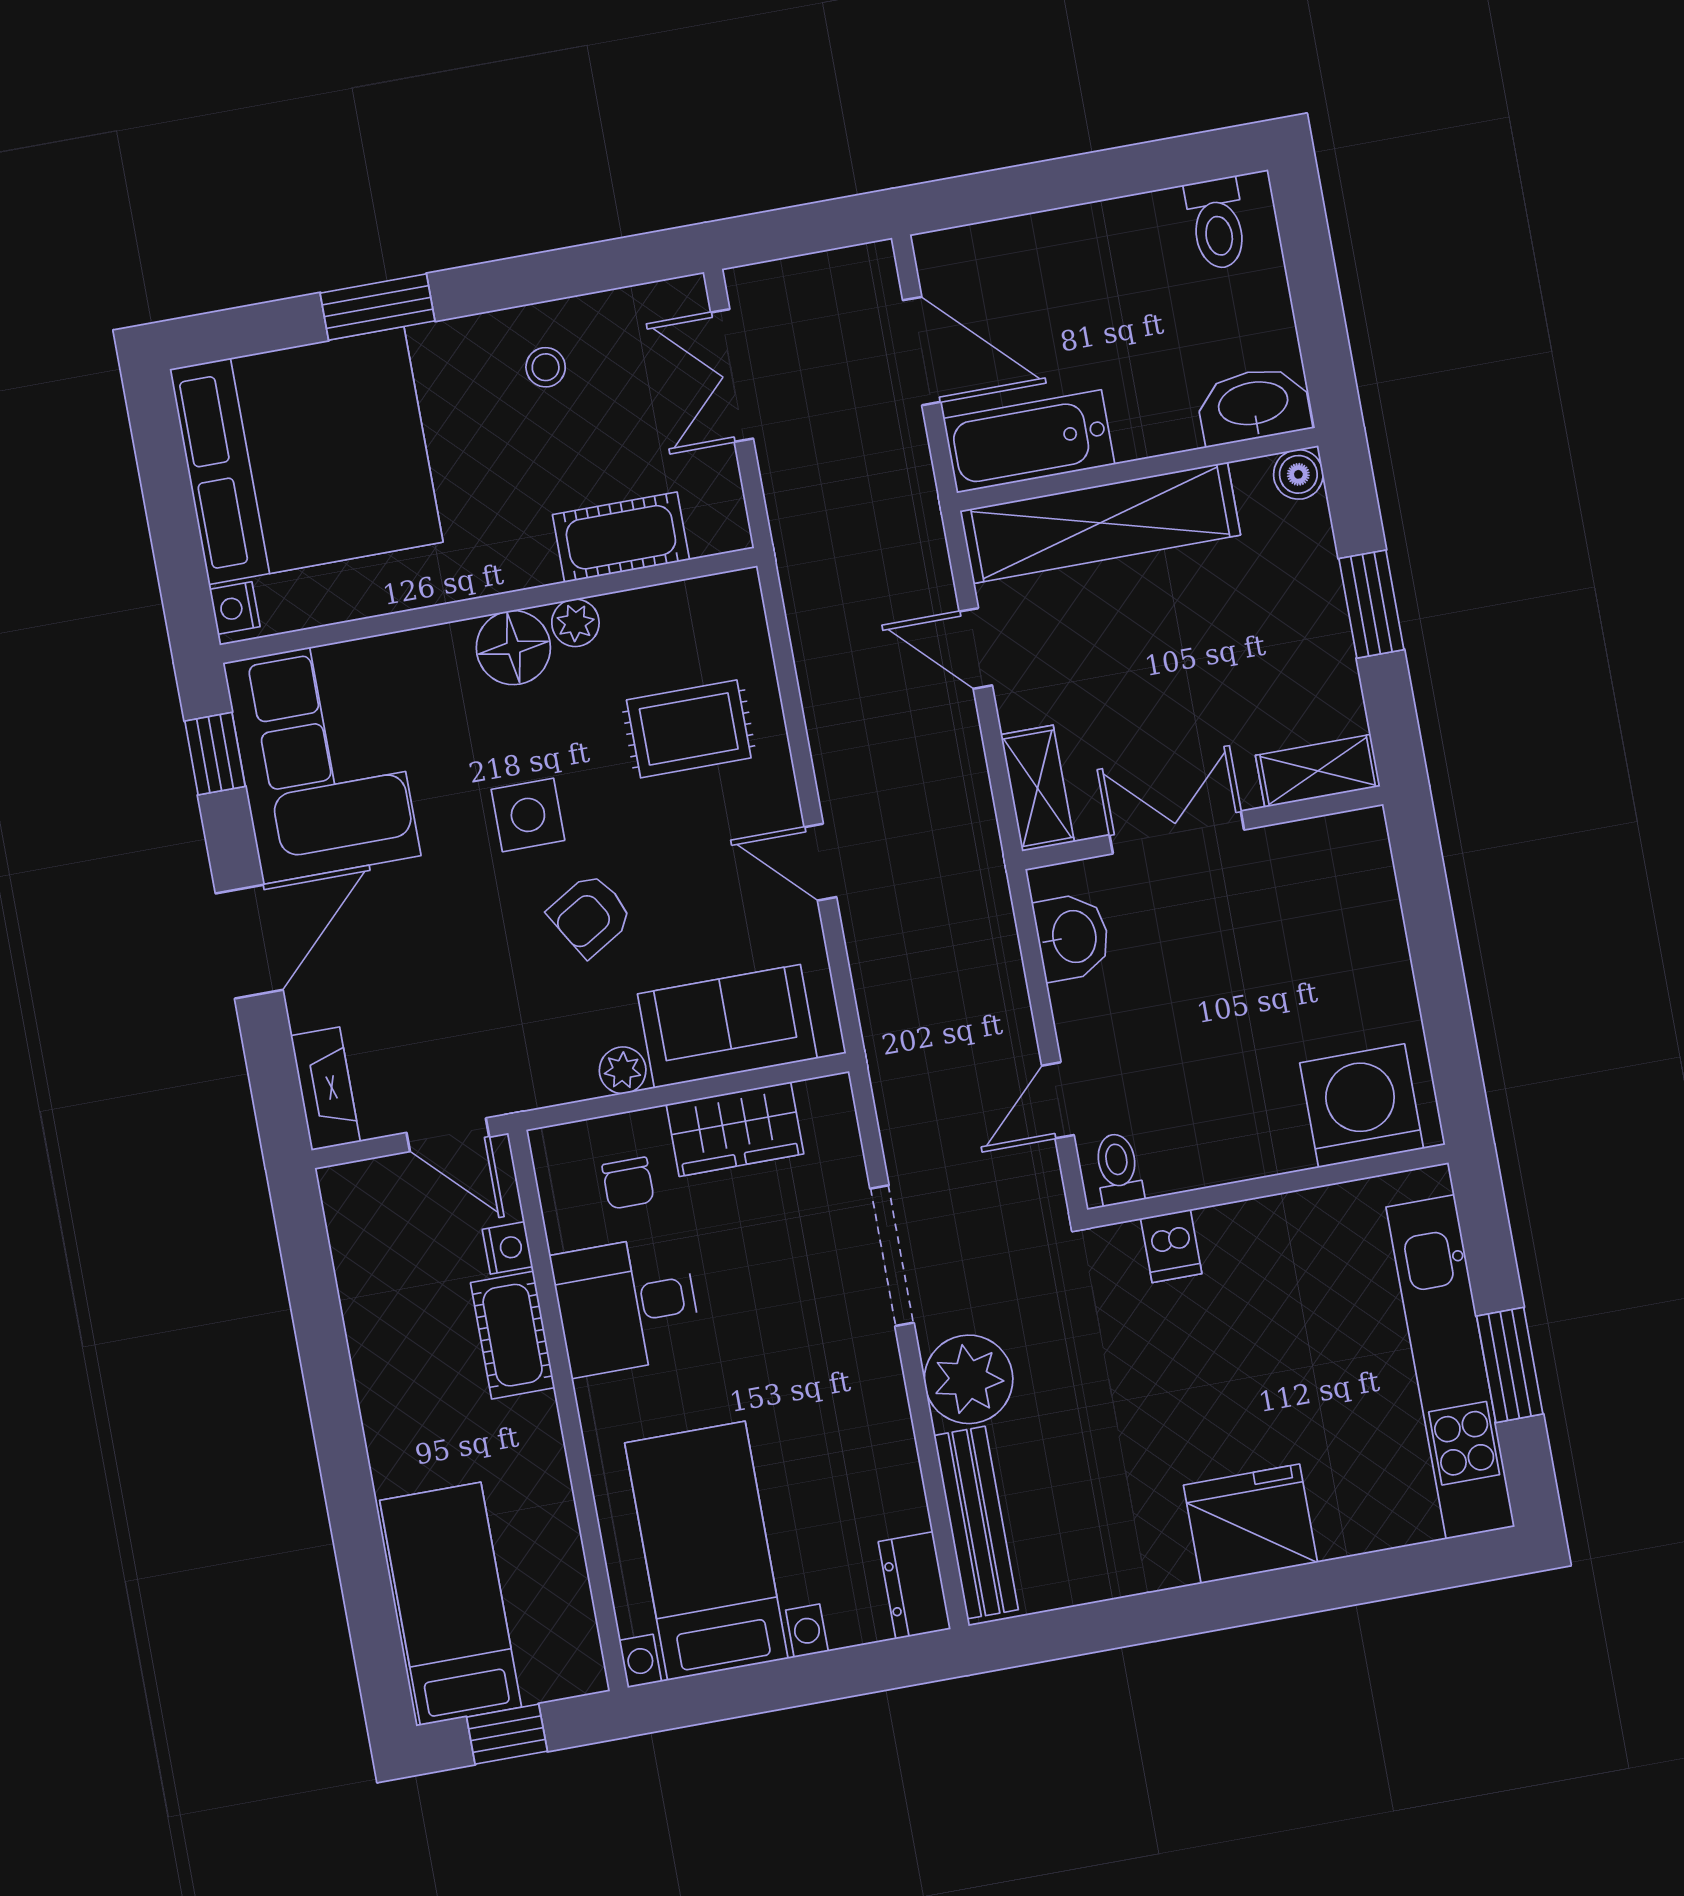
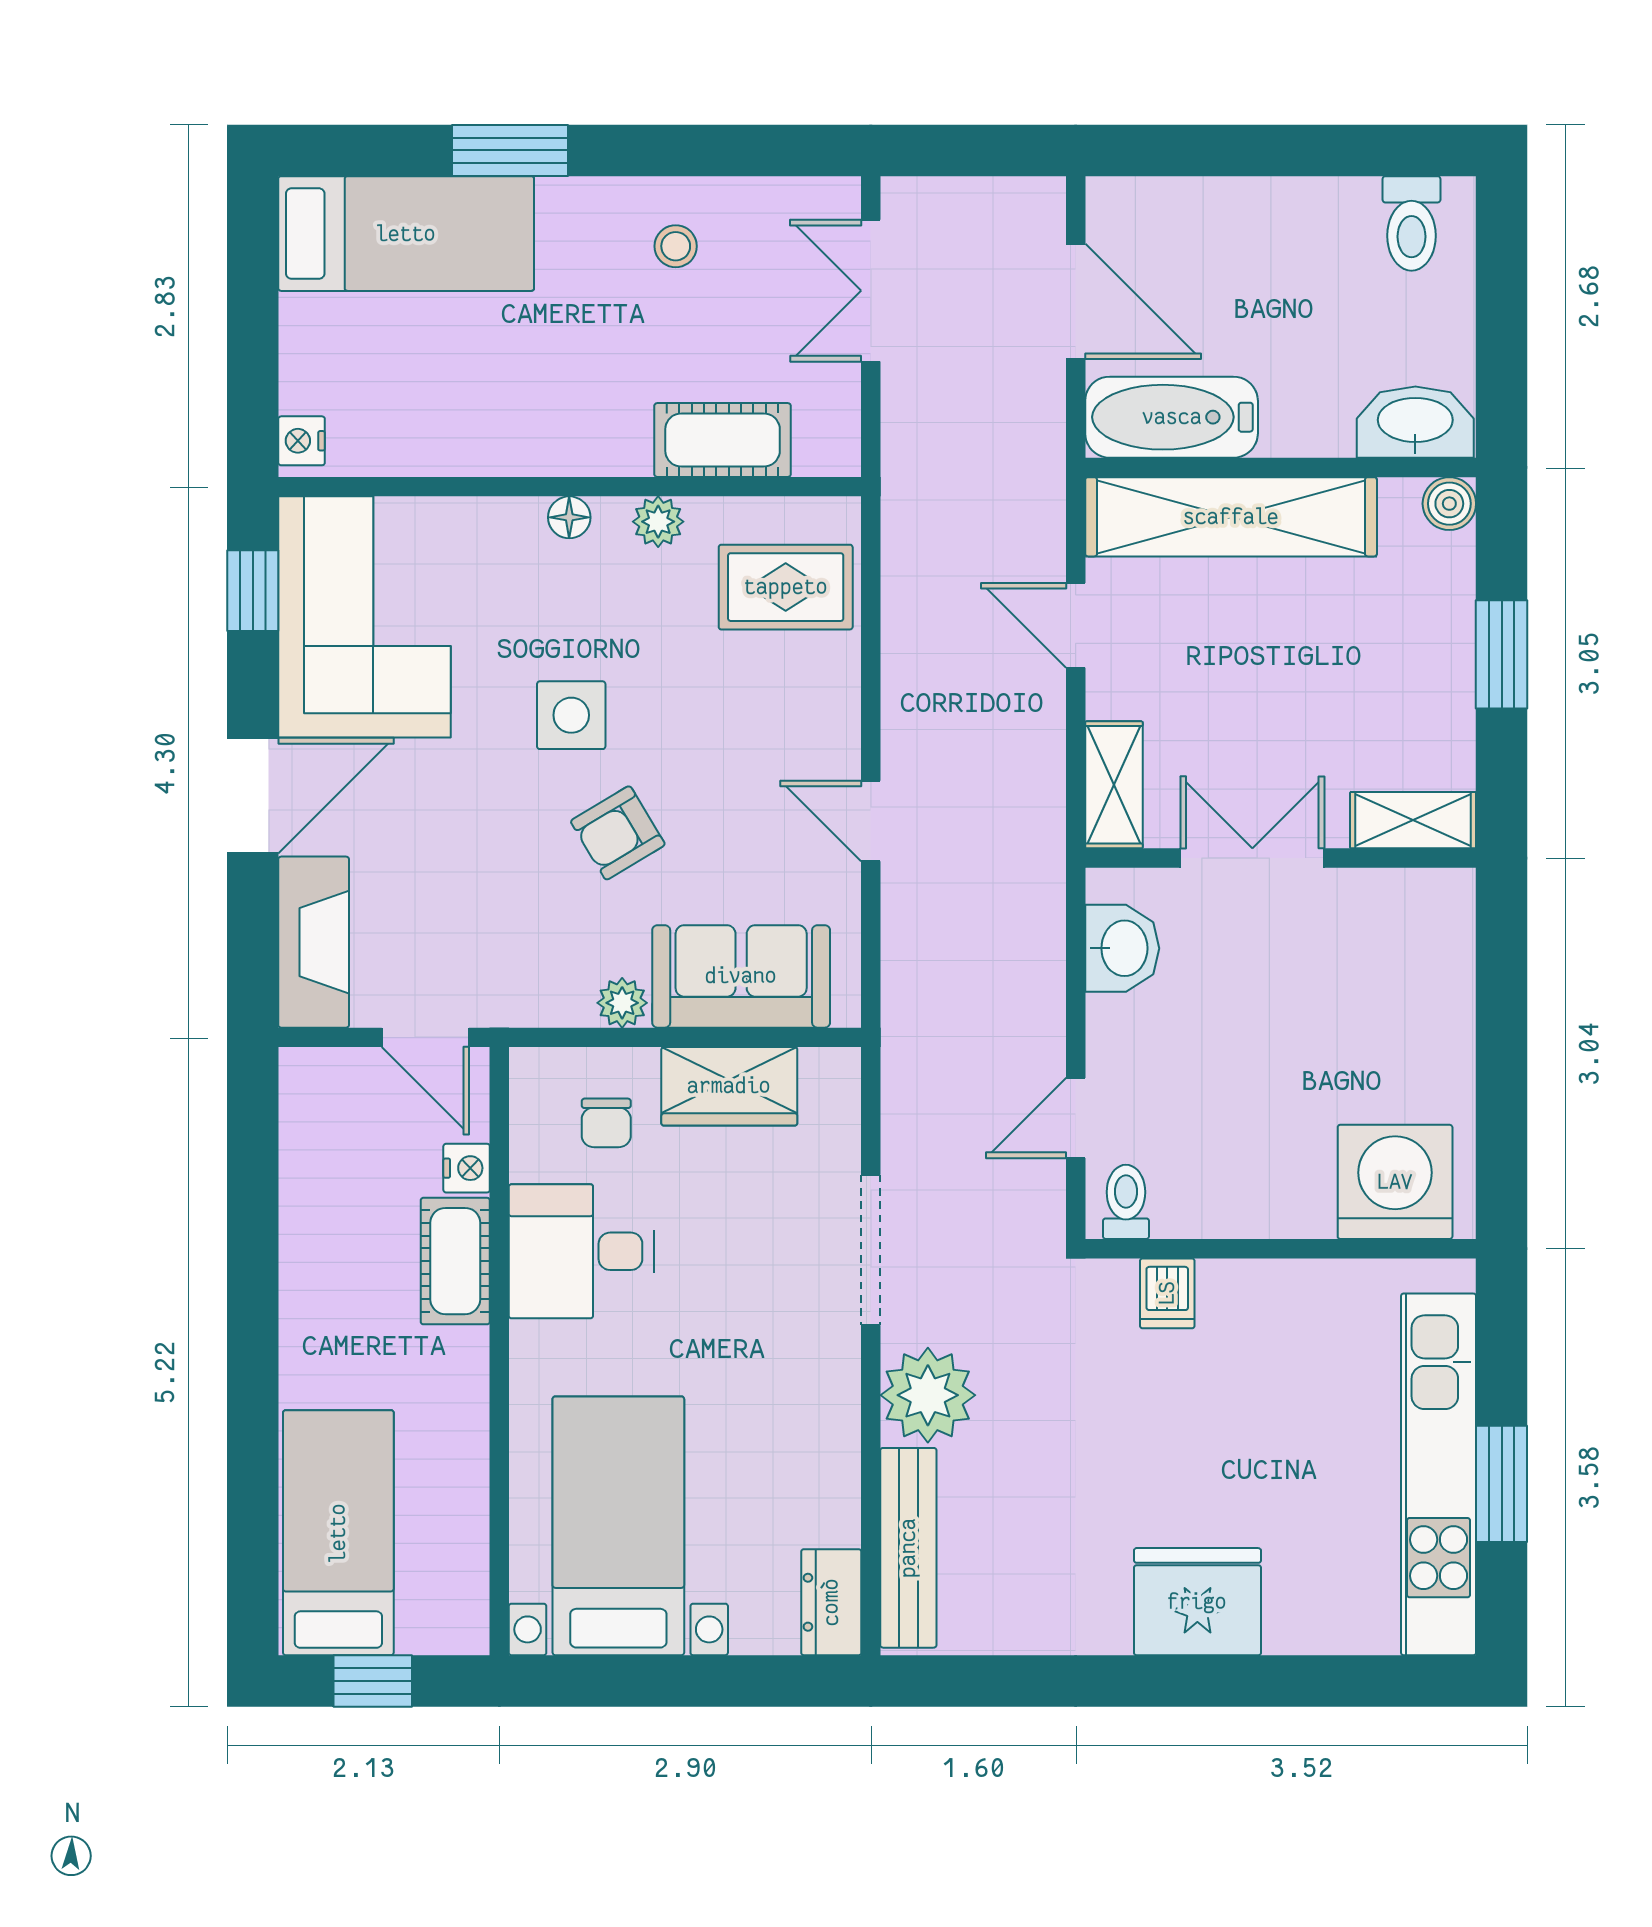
bed: (306, 456) -> (406, 234), width x0.49
floor lamp: (513, 648) -> (569, 517), width x0.53, depth x0.53
rug: (689, 729) -> (786, 587), moved
fireplace: (325, 1089) -> (314, 942), width x1.37, depth x1.32

